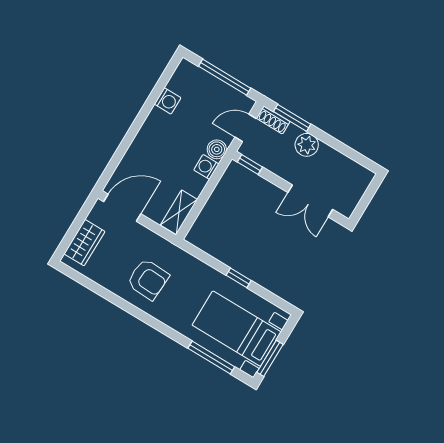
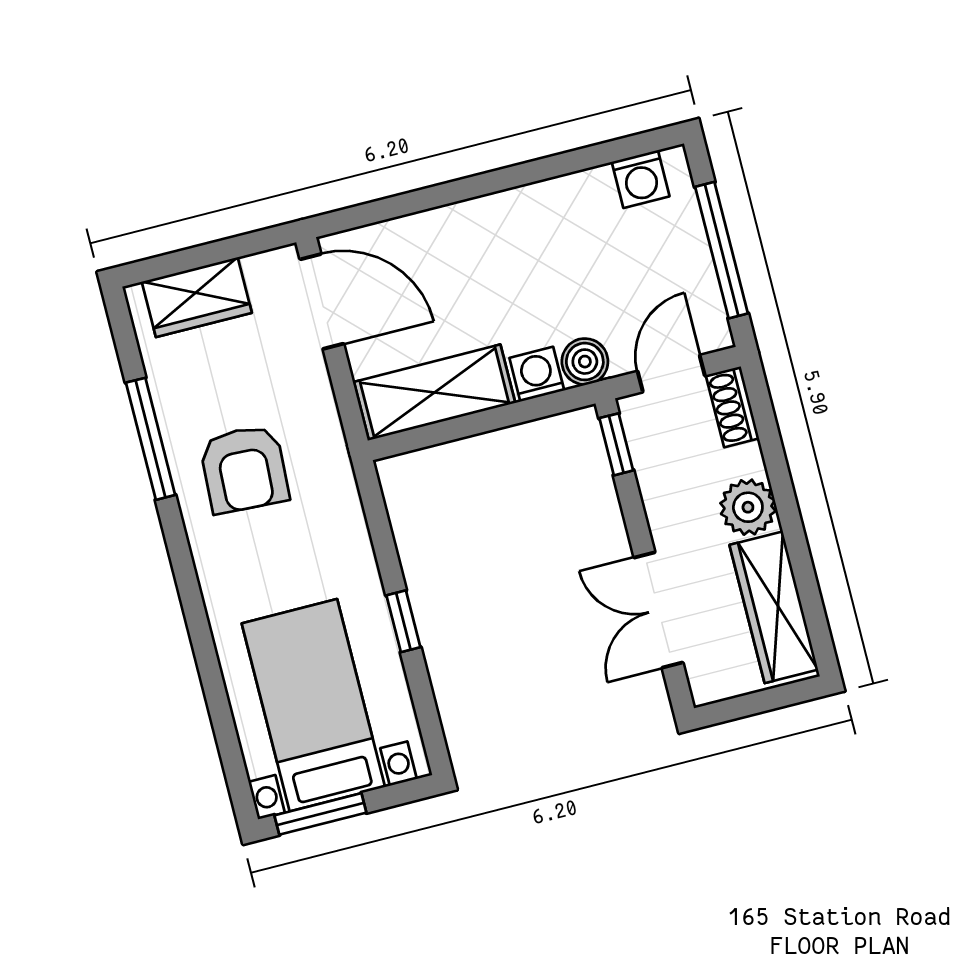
washing machine: (168, 101) -> (641, 179), moved
window: (292, 118) -> (769, 436), removed
door: (246, 128) -> (671, 374), hinge flipped
wardrobe: (343, 167) -> (774, 607), added
shelving: (179, 212) -> (435, 392), width x1.50, depth x1.33
window: (211, 358) -> (151, 439), moved

